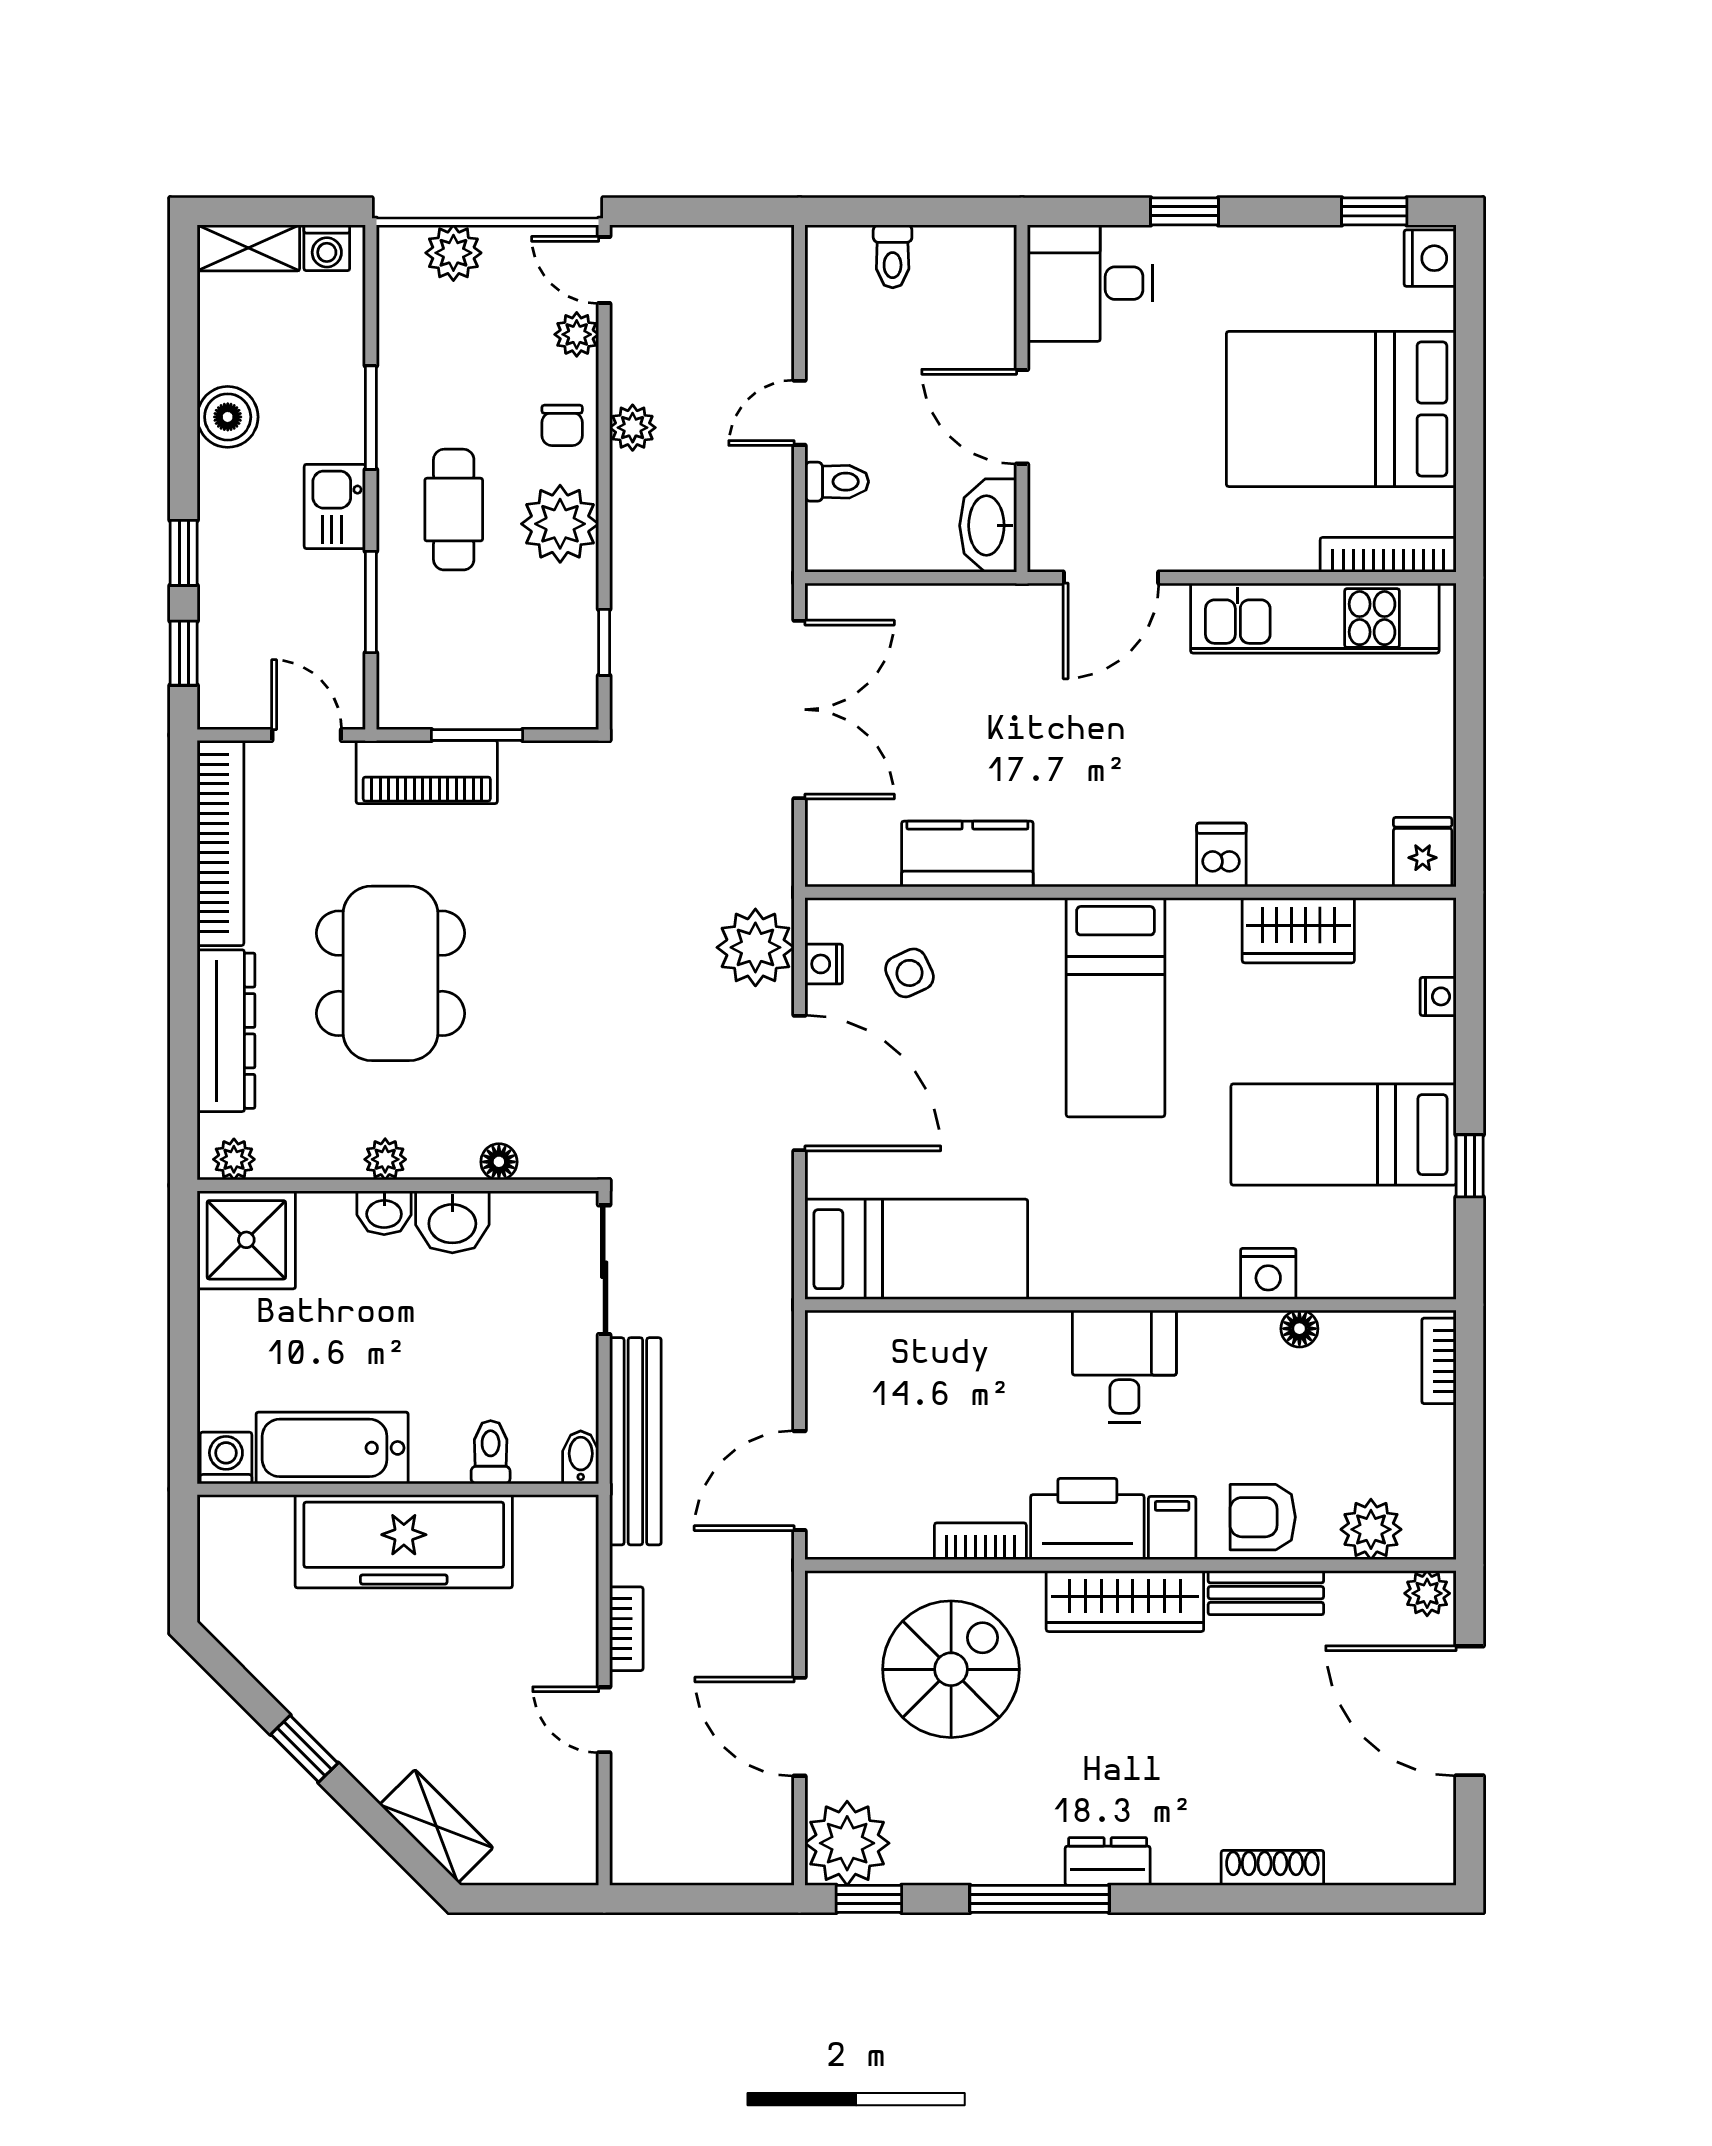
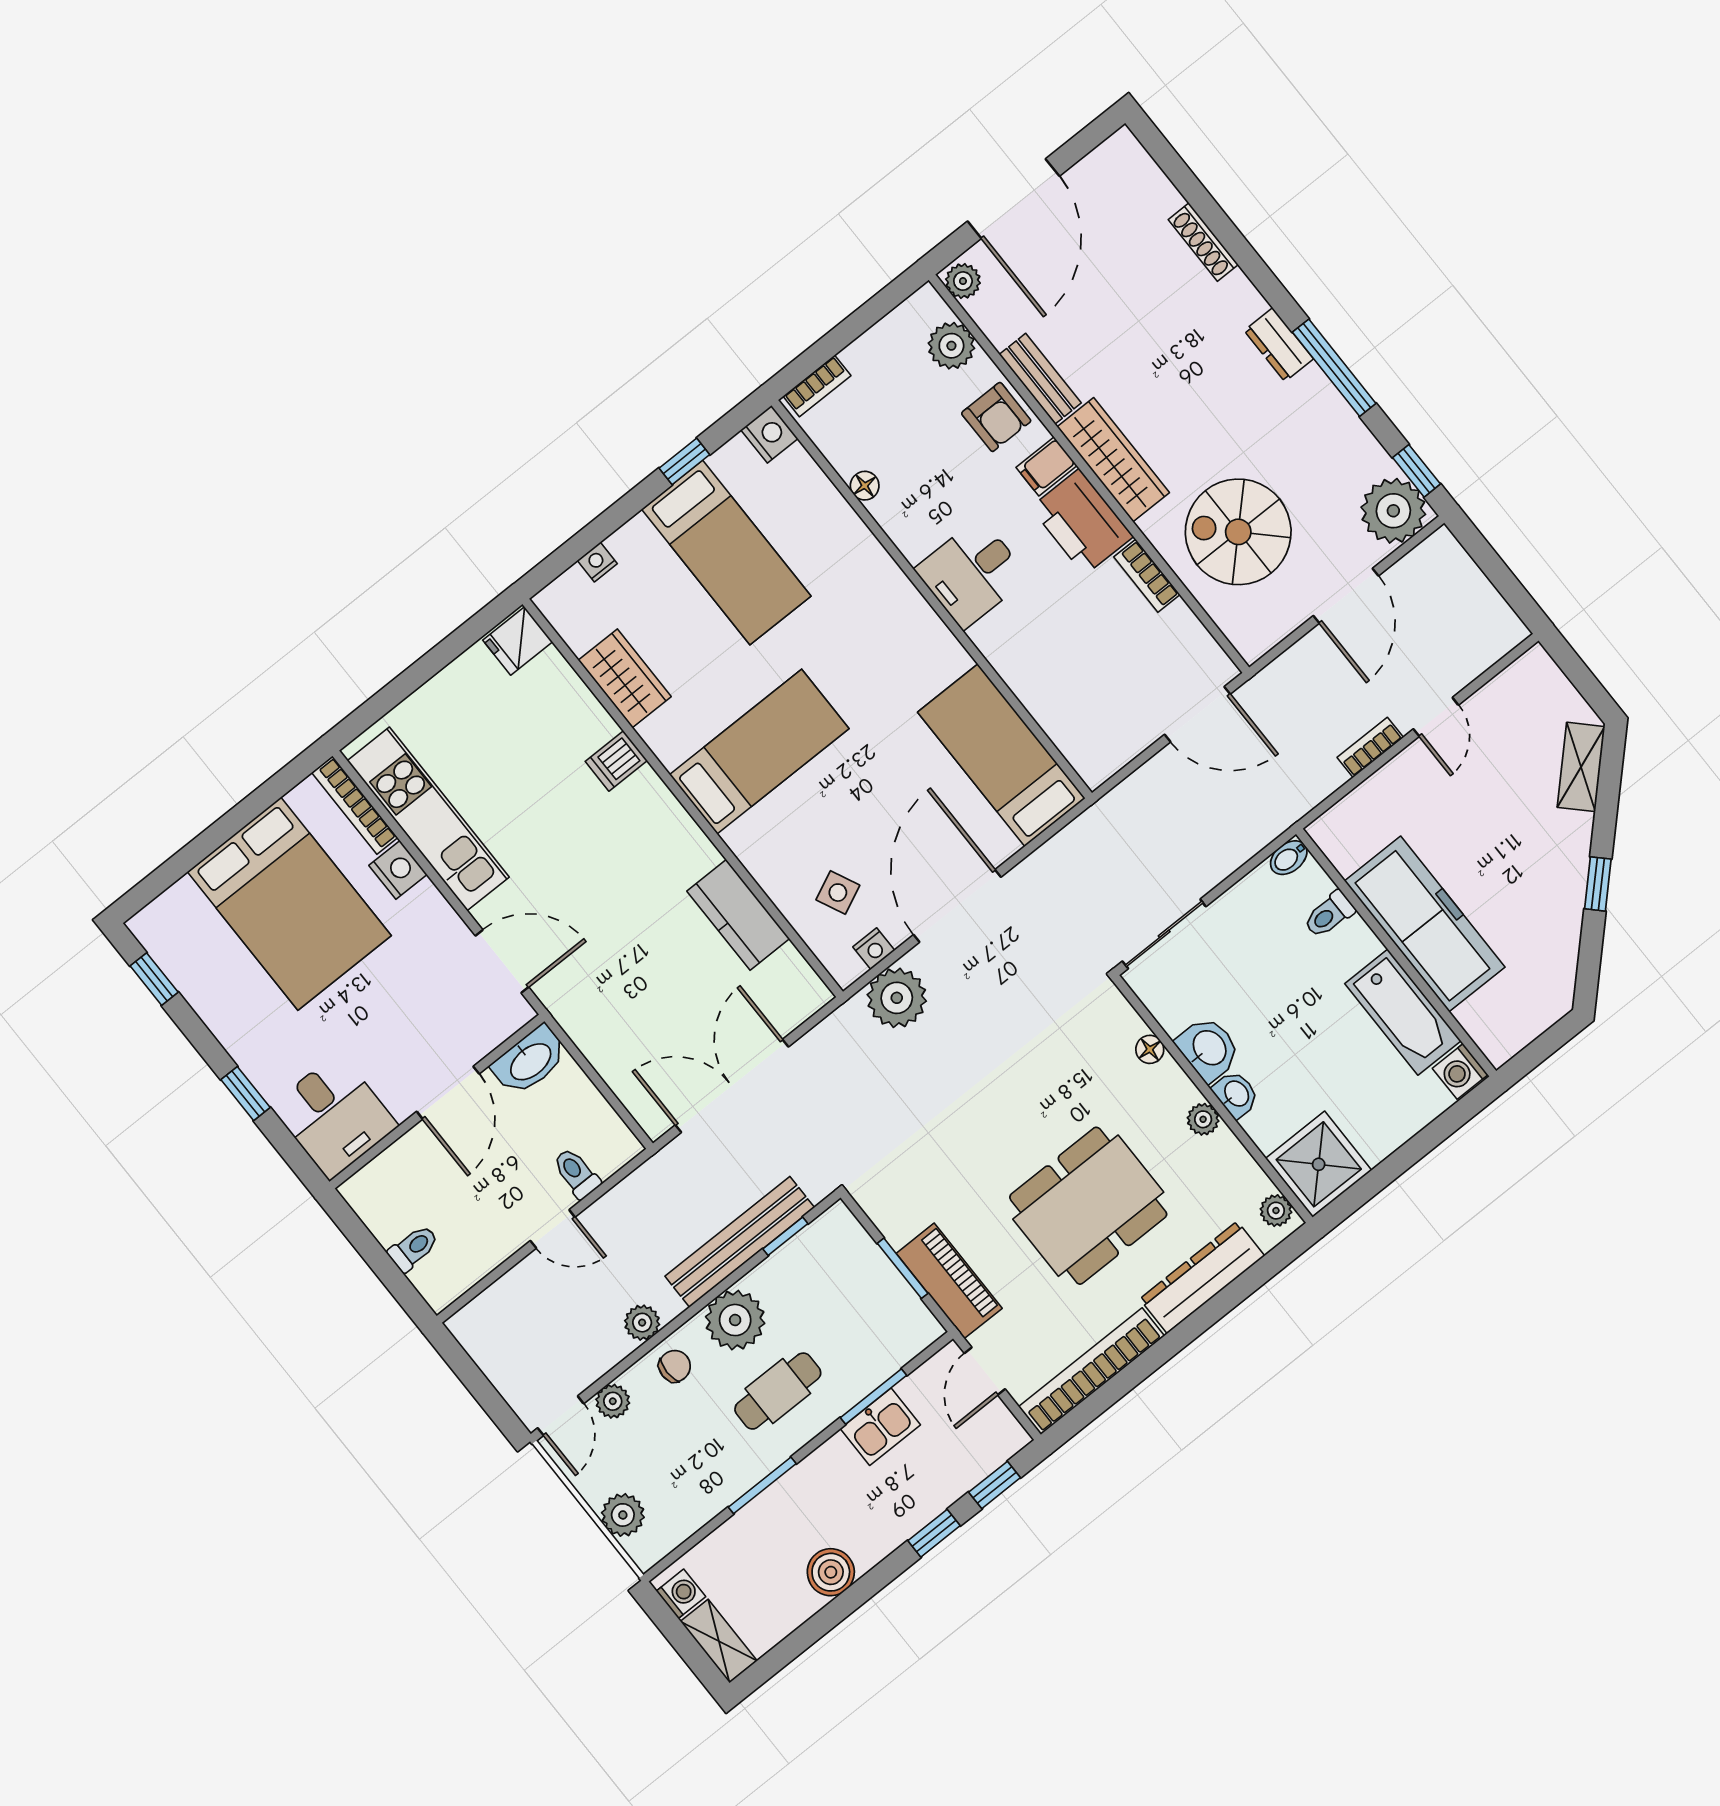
nightstand: (1430, 258) -> (398, 870), moved, turned 90
kitchen sink: (335, 506) -> (880, 1427), moved
nightstand: (1268, 1274) -> (769, 434), moved
bench: (635, 1441) -> (740, 1242), moved

